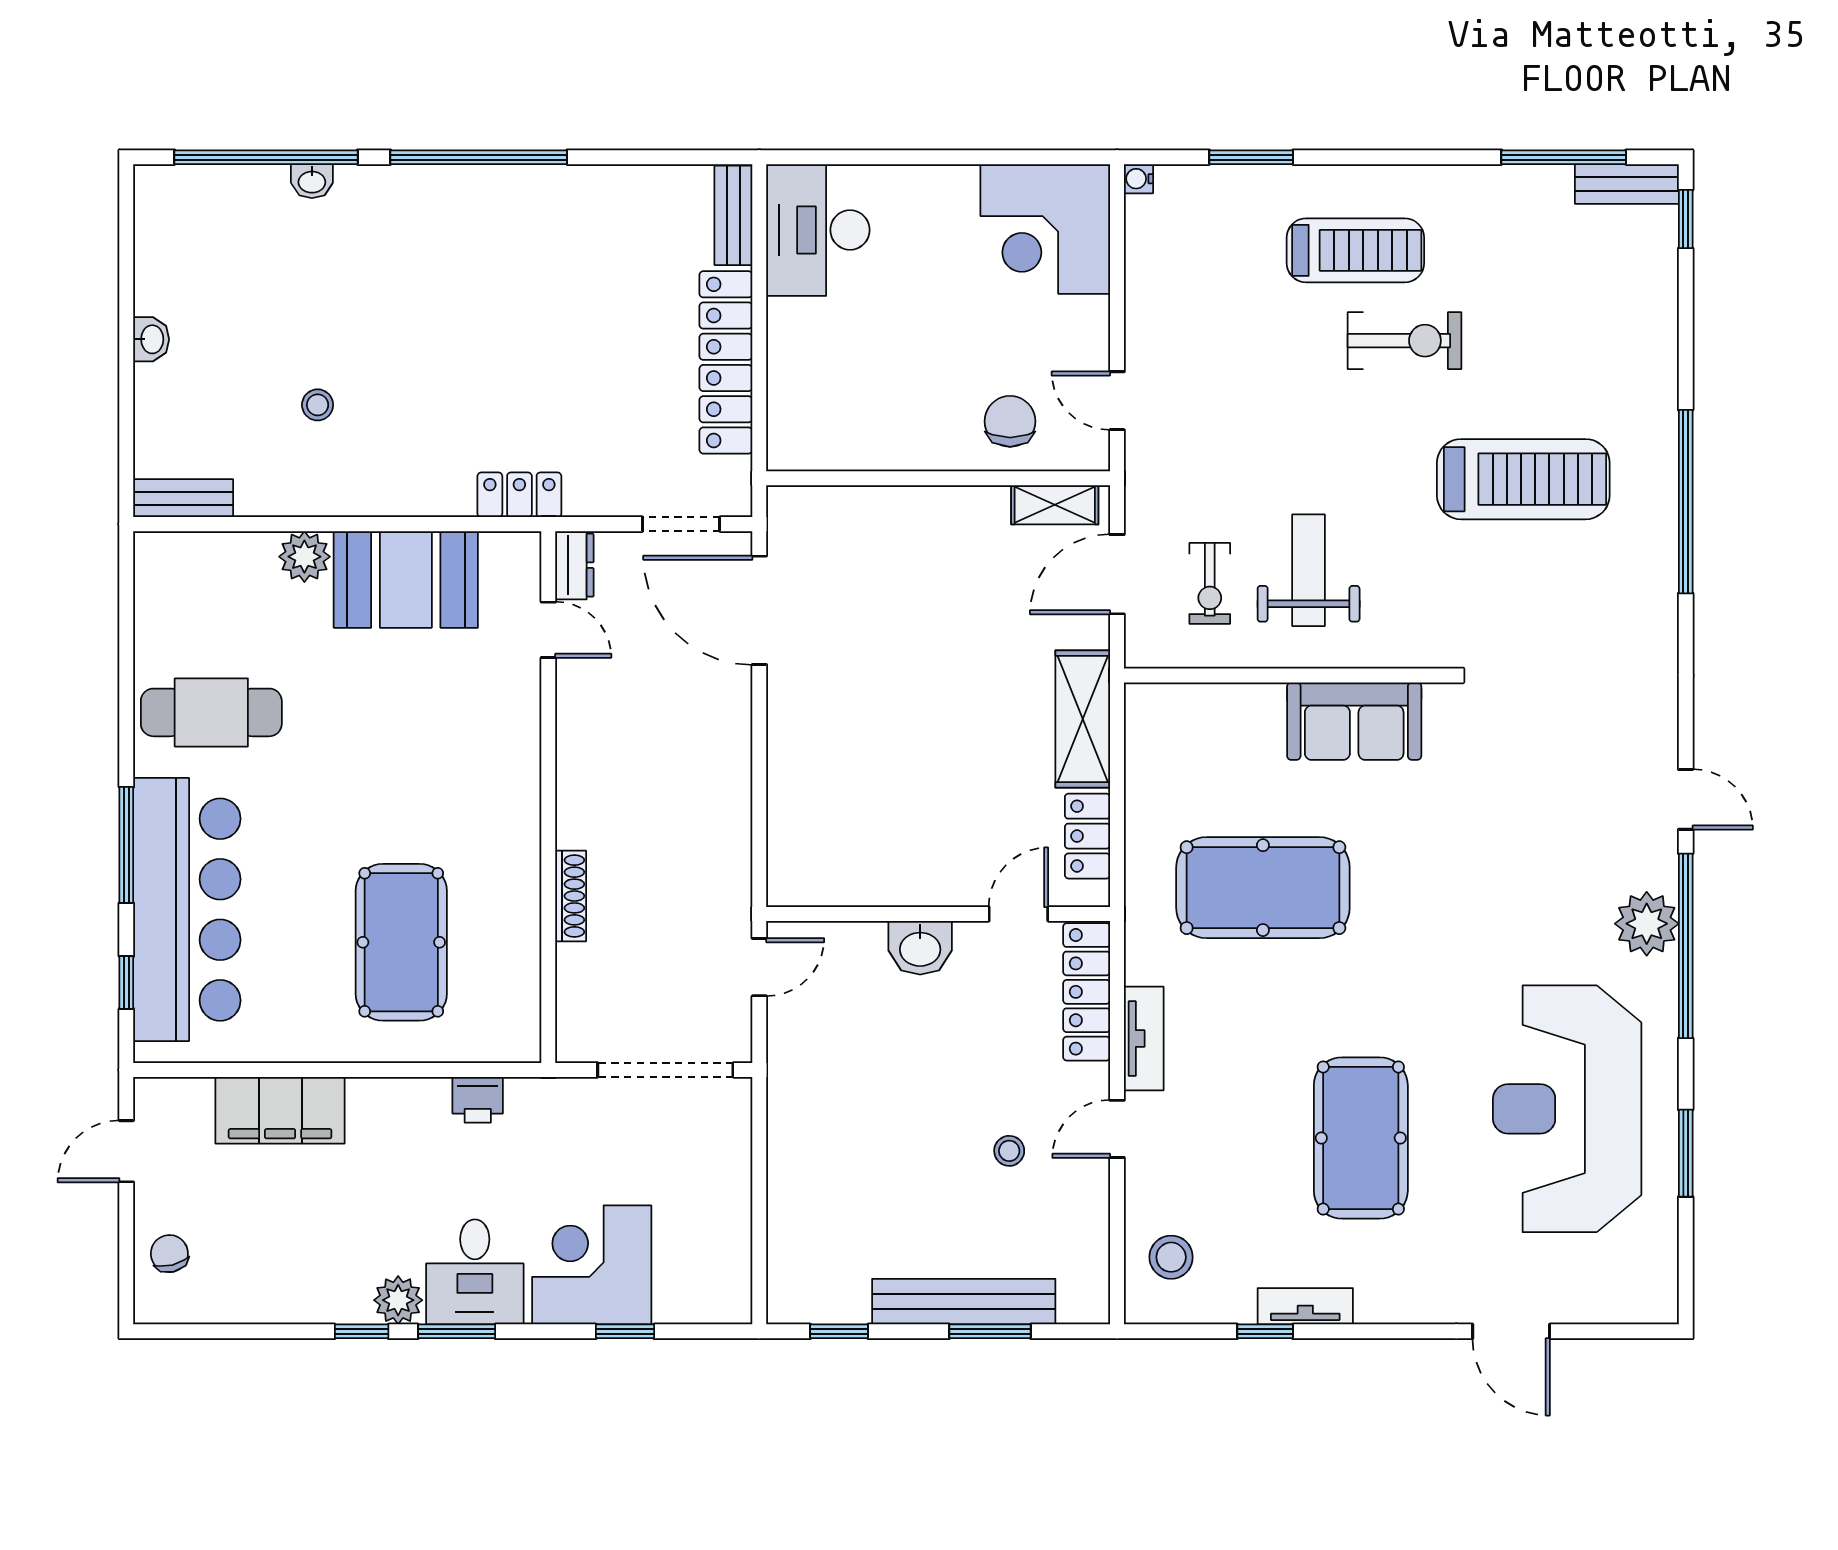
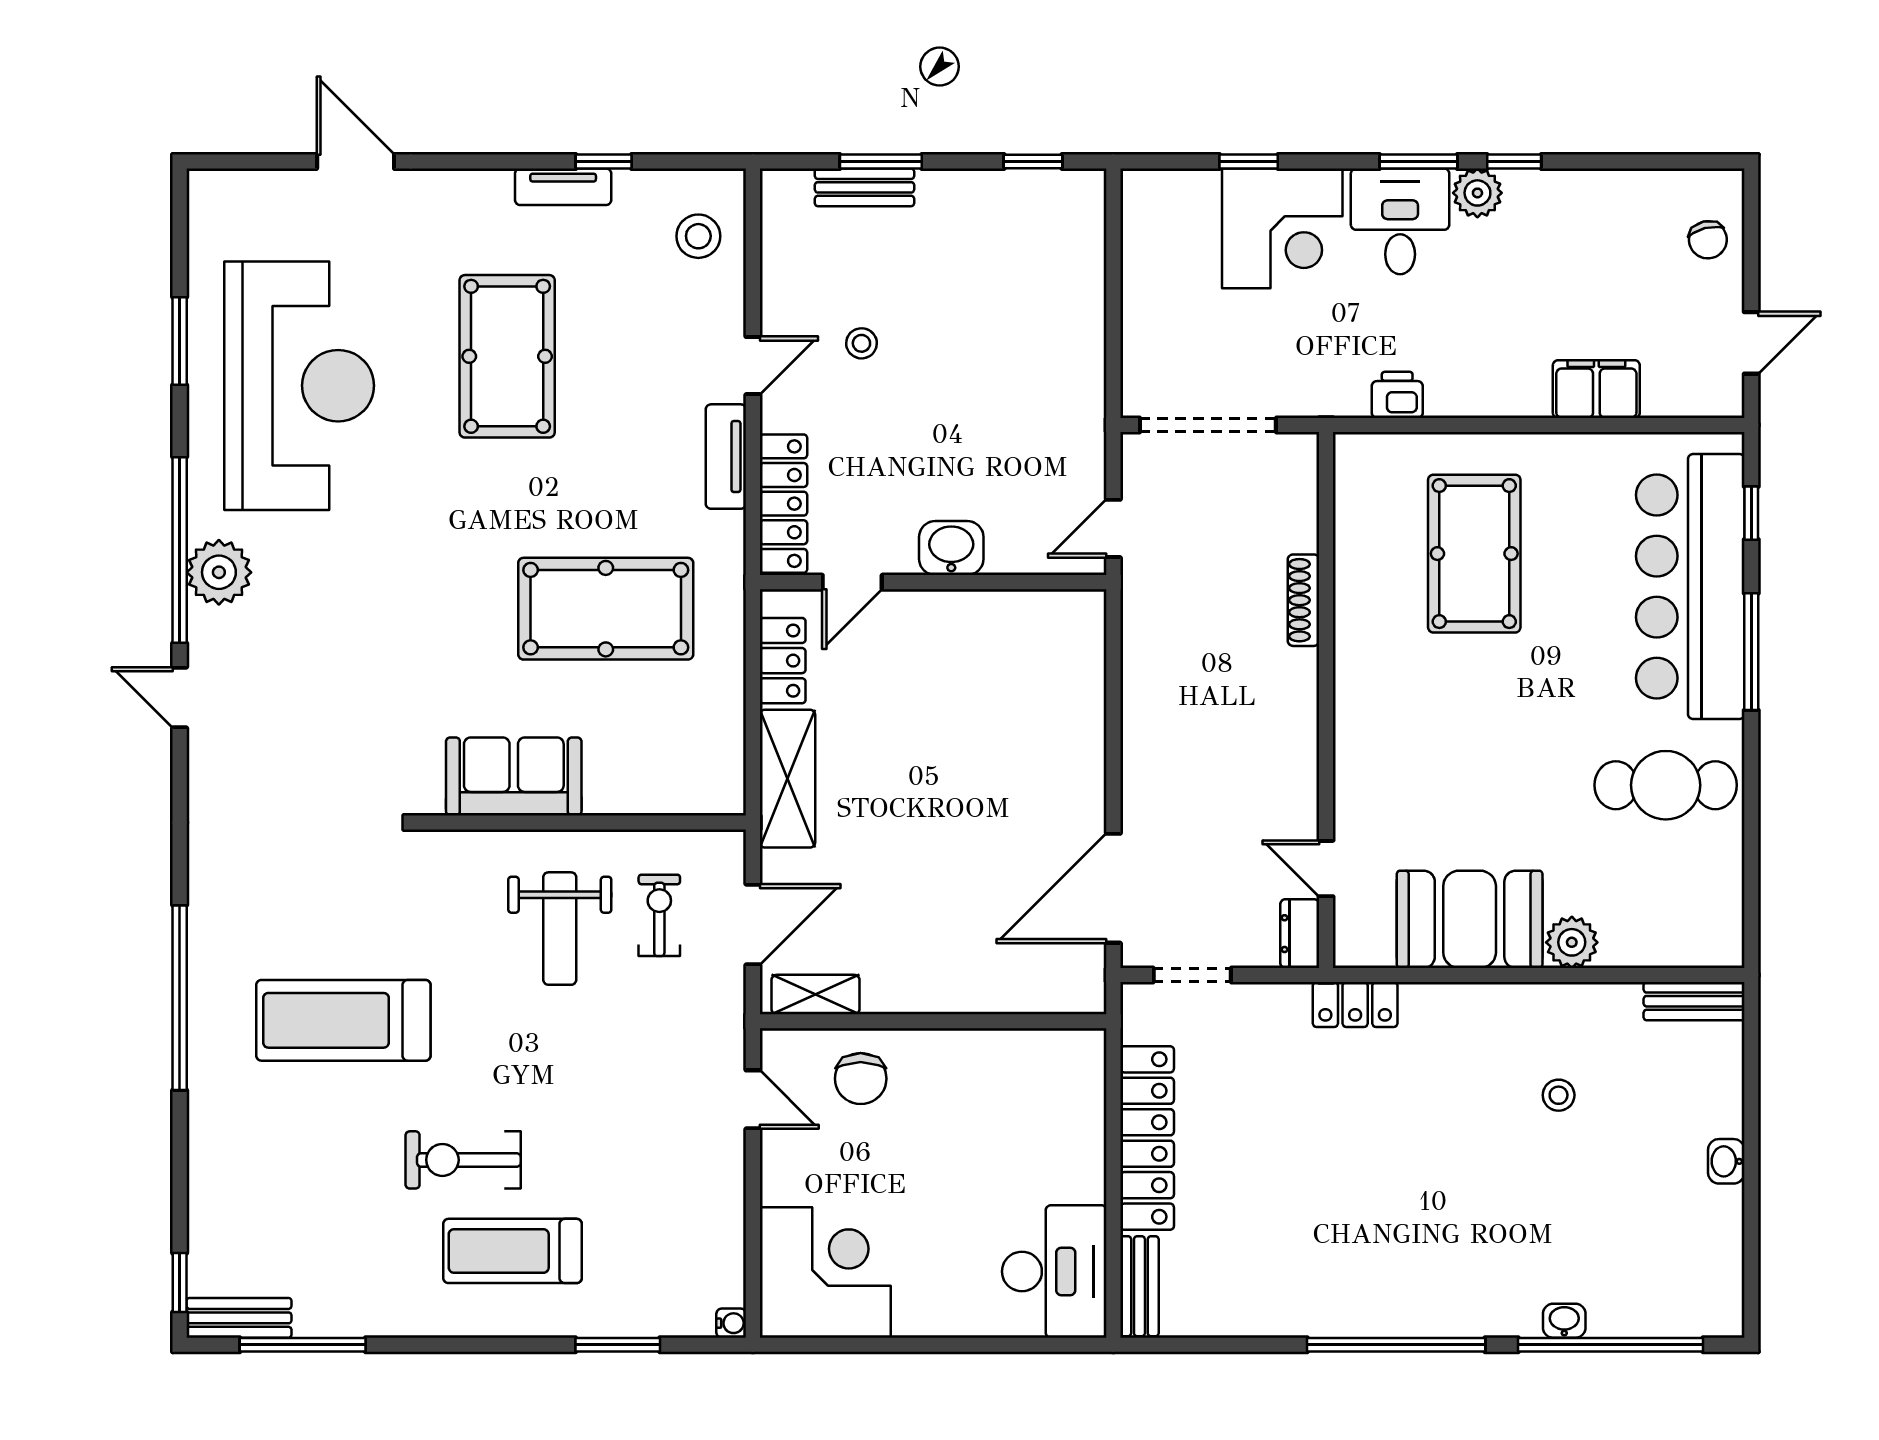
door: (759, 610) -> (1113, 888), swing flipped
filing cabinet: (280, 1110) -> (1596, 389), width x0.67, depth x0.86
bench: (964, 1302) -> (864, 187), width x0.54, depth x0.82

